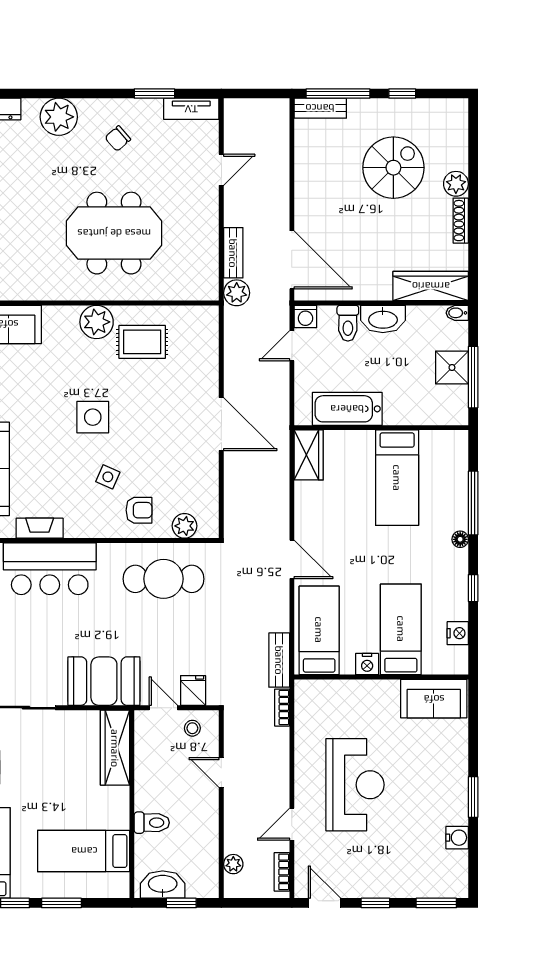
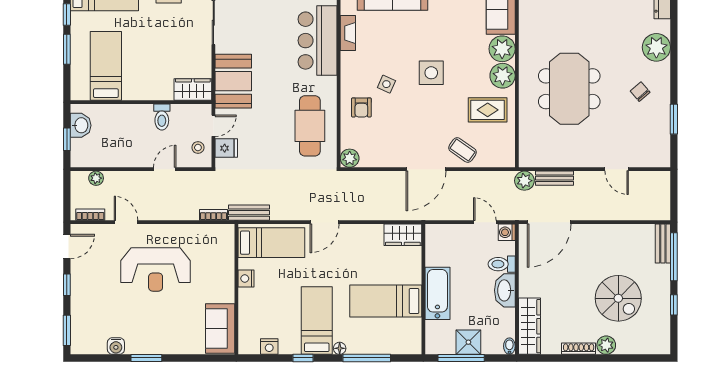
tv unit: (191, 109) -> (662, 147), removed
plant: (61, 323) -> (502, 49), added
rug: (142, 342) -> (488, 110), turned 90
coffee table: (196, 375) -> (462, 150), added
bathtub: (347, 409) -> (437, 293), moved
plant: (185, 526) -> (350, 158), moved
bed: (401, 629) -> (317, 320), moved, turned -90
wardrobe: (115, 748) -> (193, 90), width x0.67
toilet: (152, 823) -> (162, 117), moved
washbasin: (163, 885) -> (81, 125), width x0.72

